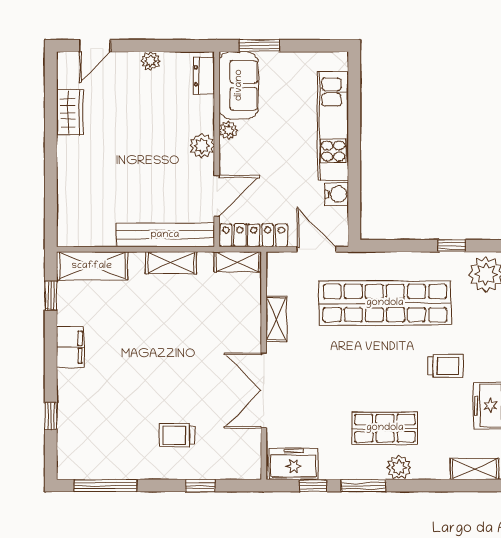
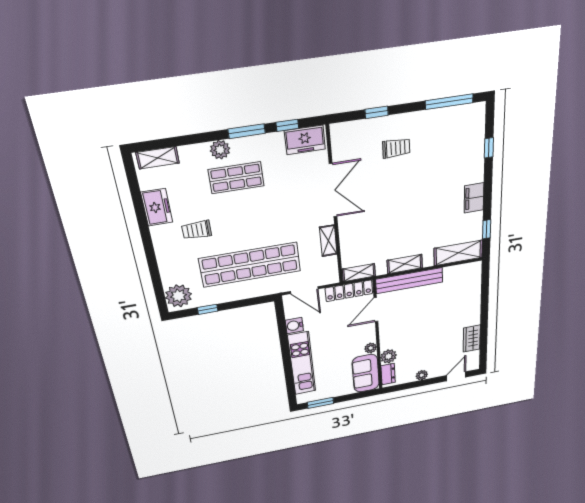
window: (259, 46) -> (320, 403), moved
plant: (202, 146) -> (388, 356), moved

